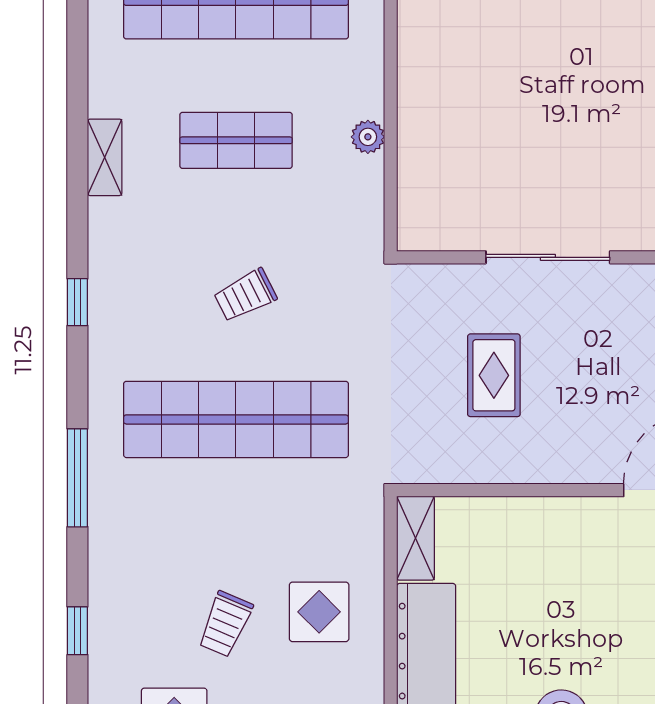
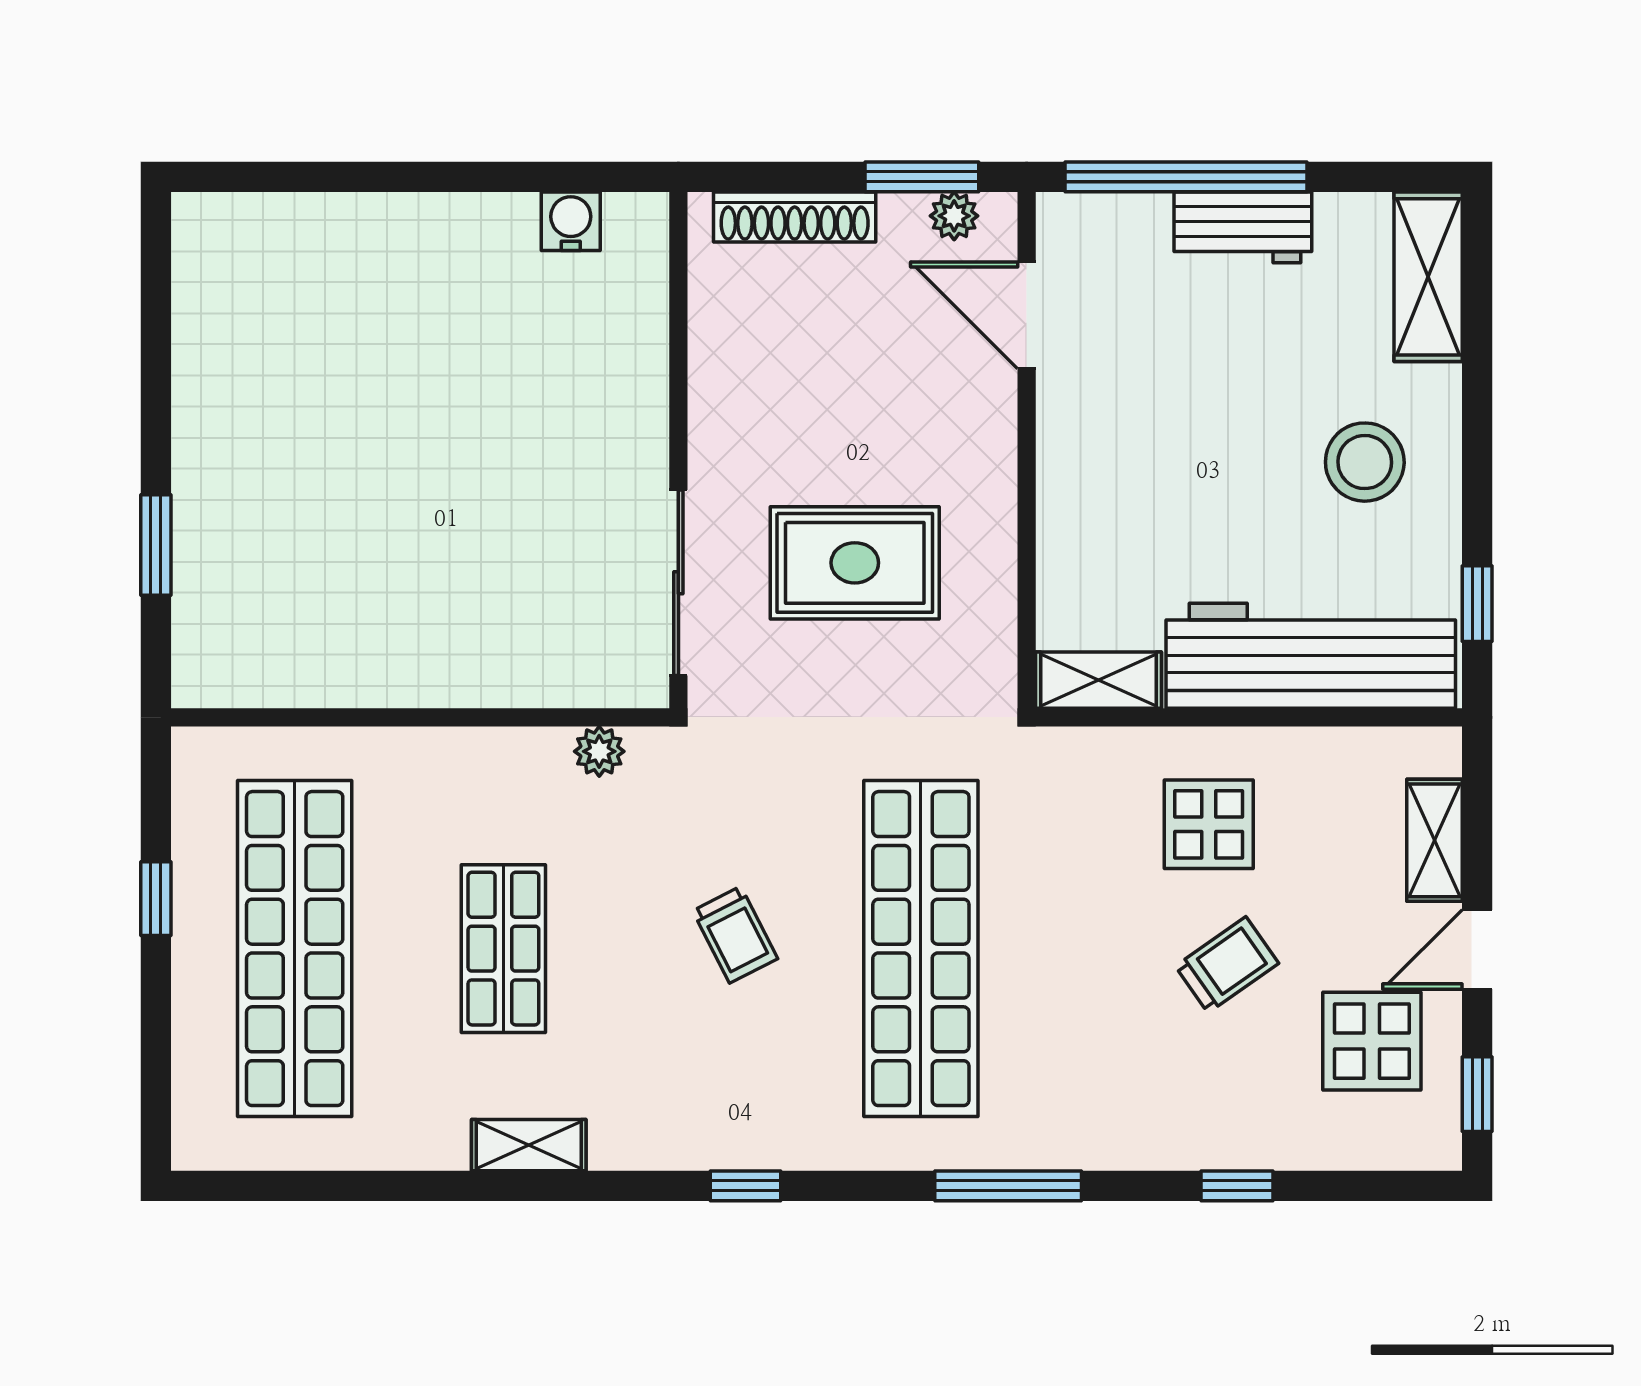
plant: (368, 137) -> (599, 751), moved
sliding door: (548, 257) -> (678, 583), moved
rug: (494, 375) -> (855, 563), width x1.36, depth x1.43
trolley: (225, 624) -> (1227, 965), turned -58

